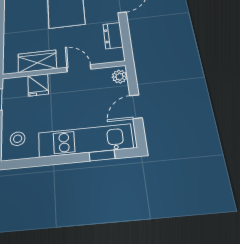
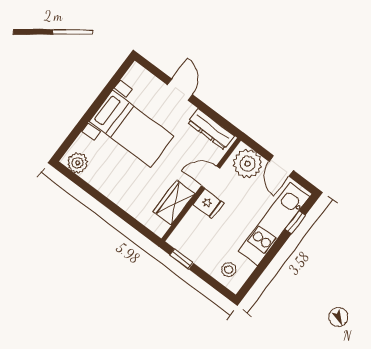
dresser: (113, 36) -> (211, 129), width x1.44
plant: (120, 77) -> (248, 164), width x1.88, depth x1.88
fridge: (38, 85) -> (208, 204), moved

